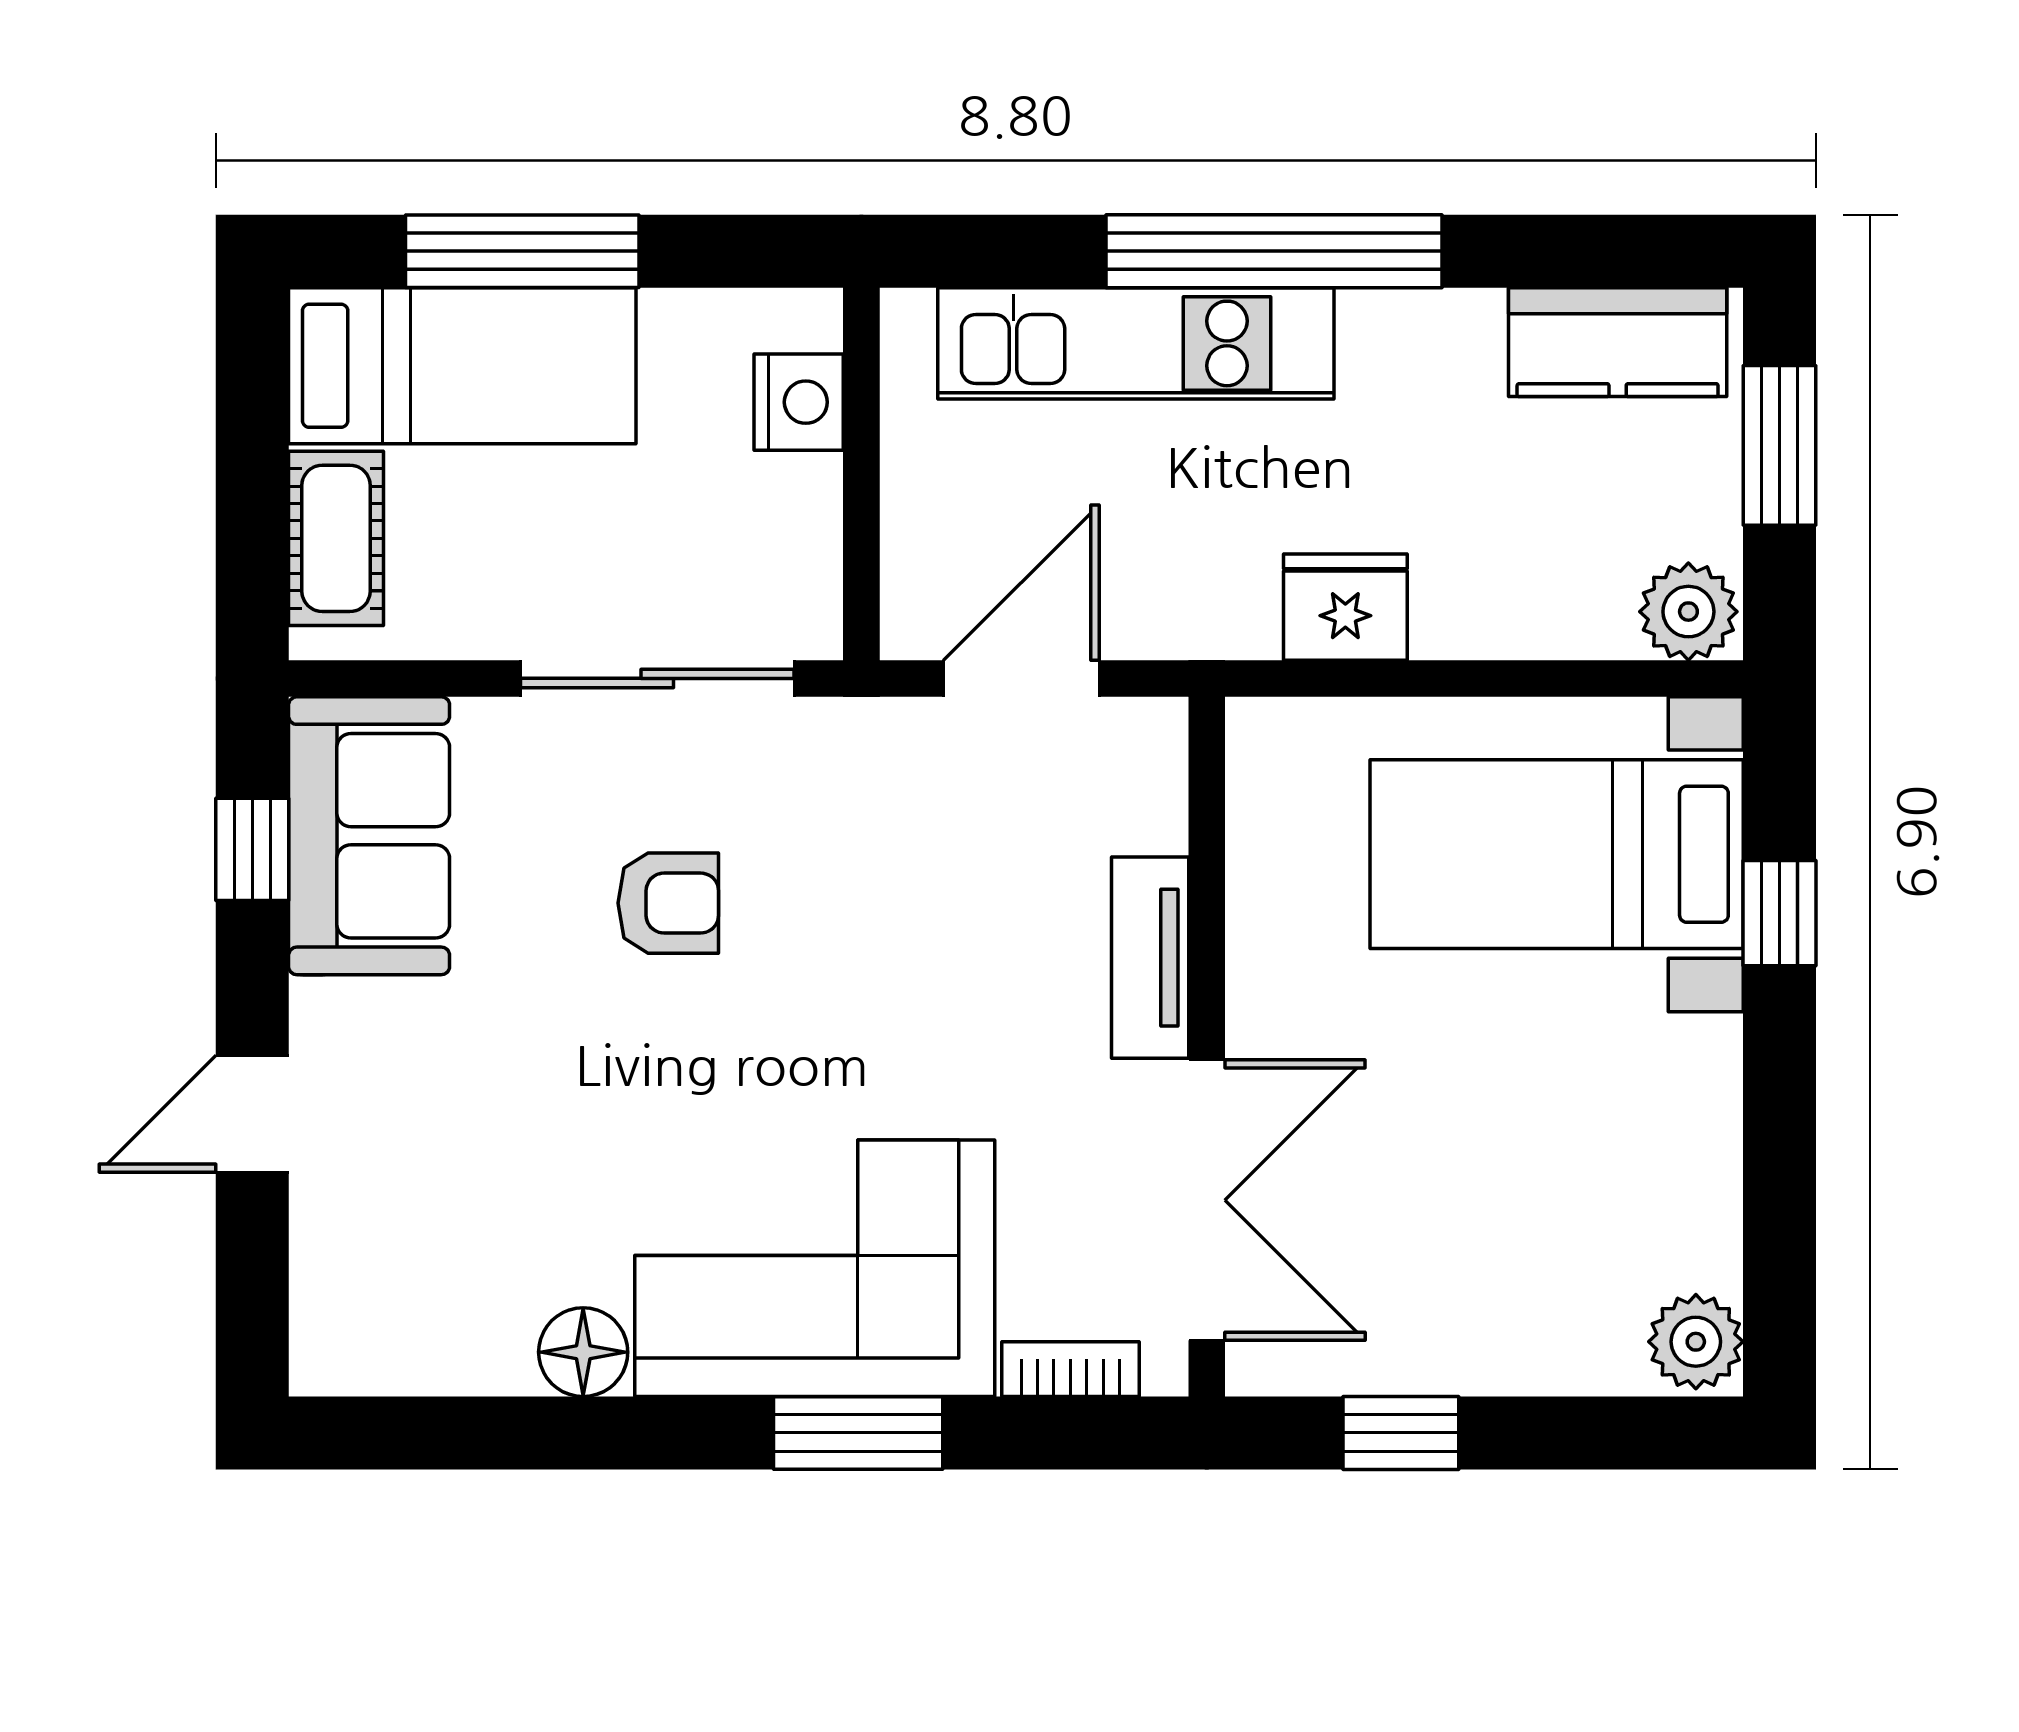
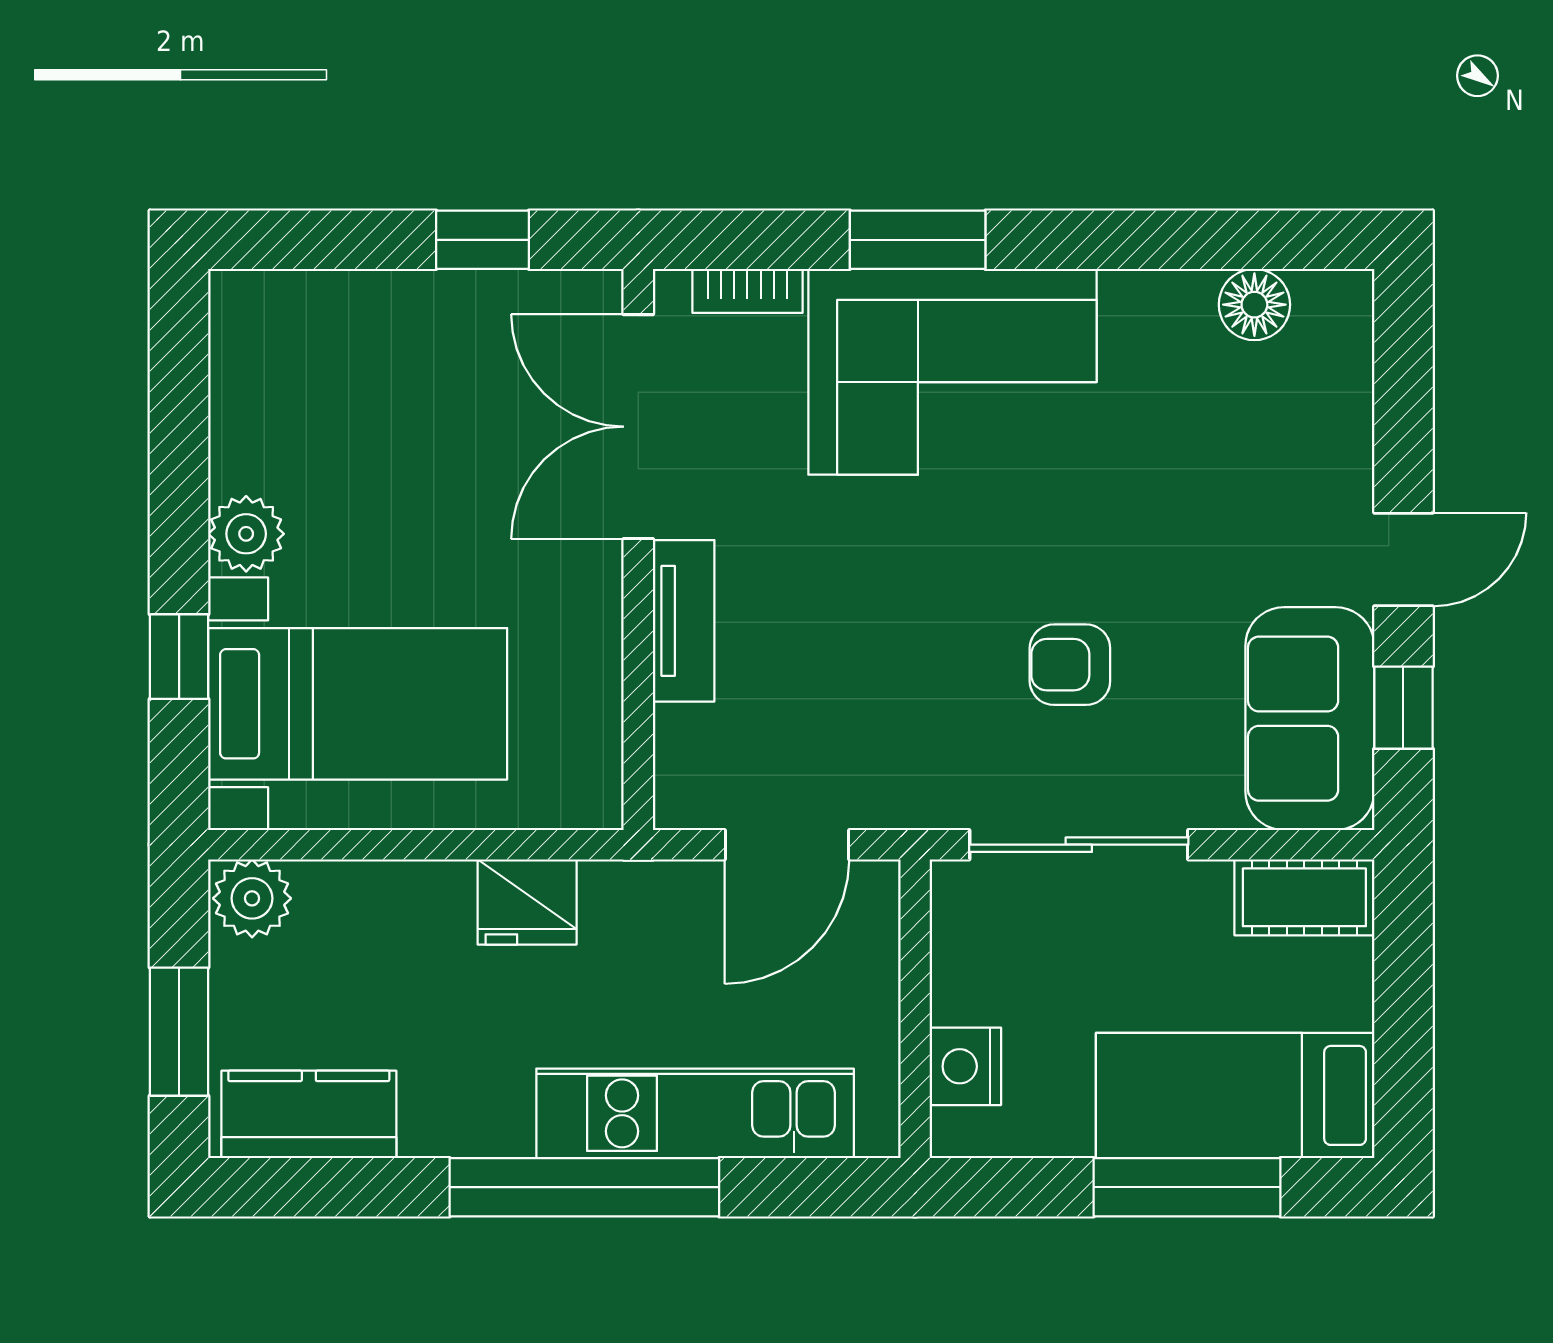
cot: (336, 538) -> (1304, 897), moved, turned 90
door: (252, 1114) -> (1403, 559), moved
plant: (1696, 1342) -> (246, 534), moved
floor lamp: (583, 1352) -> (1254, 305), moved

